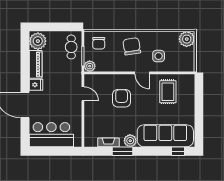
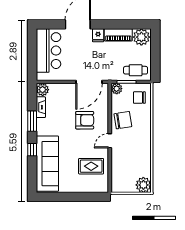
chair: (132, 46) -> (123, 120), moved
side table: (159, 56) -> (127, 157), removed
door: (83, 94) -> (89, 82), width x1.88
plant: (130, 141) -> (43, 90), moved
window: (178, 151) -> (32, 150), moved

